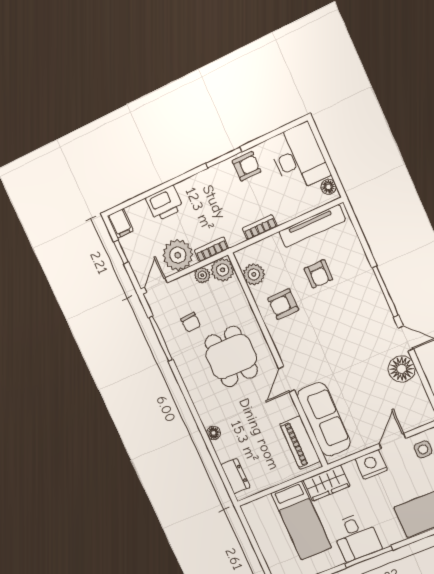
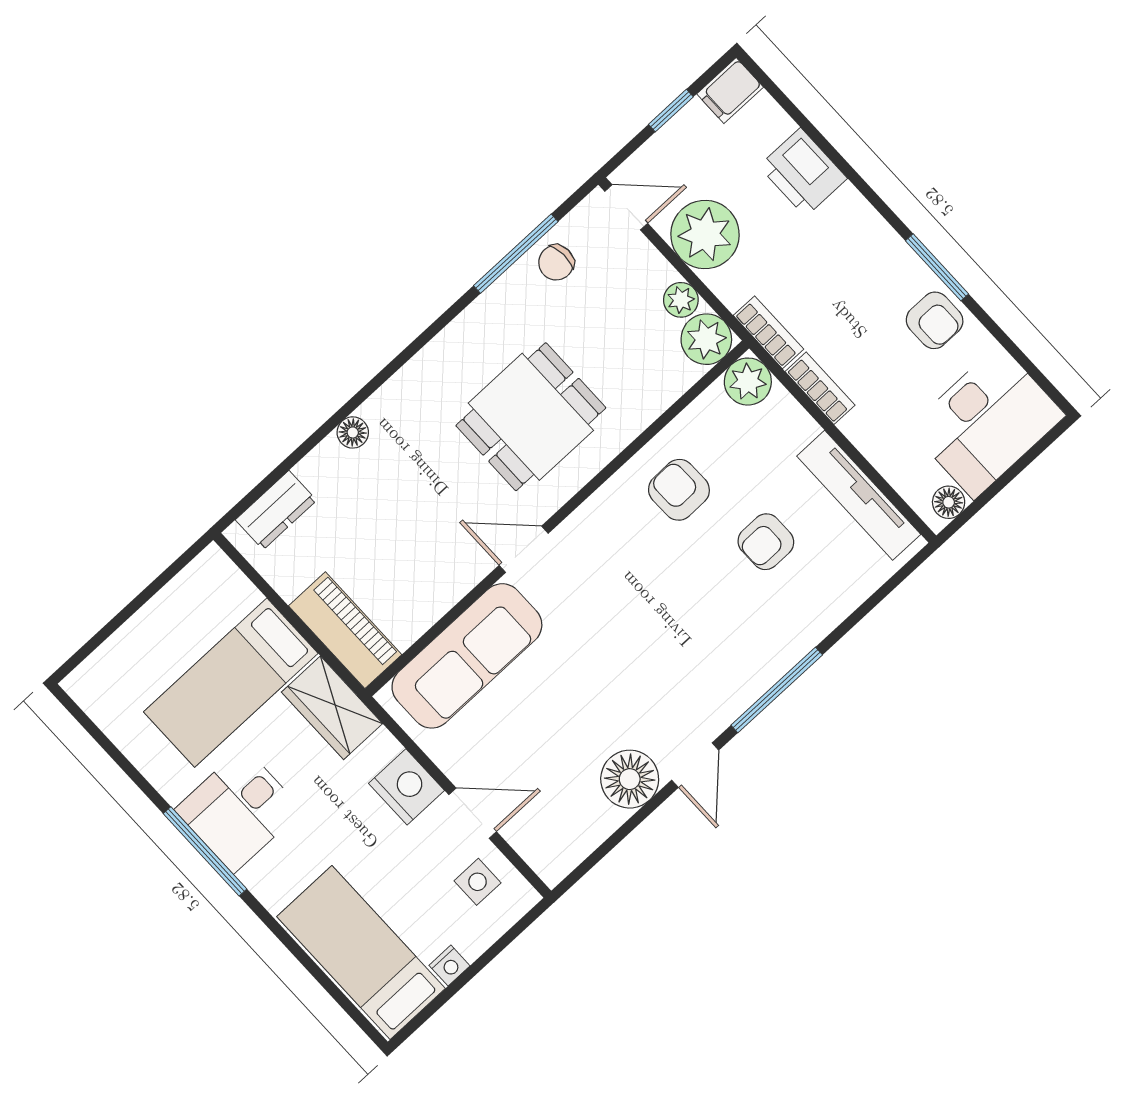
bookcase: (212, 250) -> (769, 332), moved
plant: (254, 274) -> (748, 382), moved
chair: (191, 322) -> (556, 263), moved
piano: (300, 443) -> (345, 630), moved, turned 90

